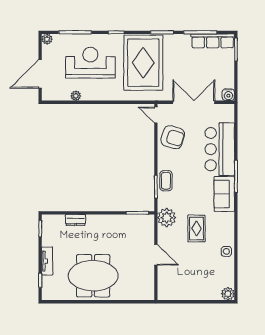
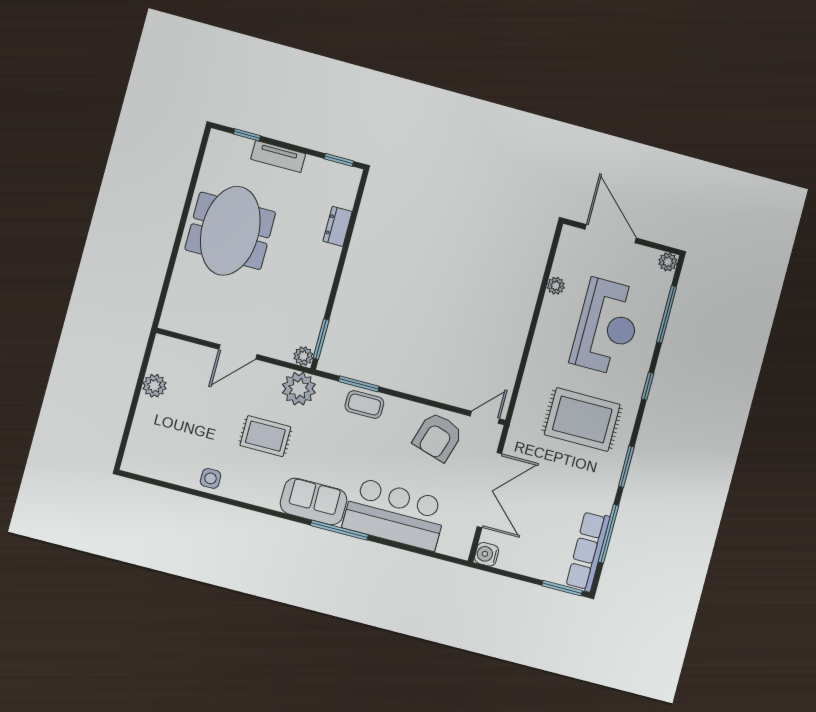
rug: (143, 63) -> (582, 420), width x0.73, depth x0.69
plant: (149, 220) -> (303, 356), added
plant: (228, 294) -> (154, 386), moved

